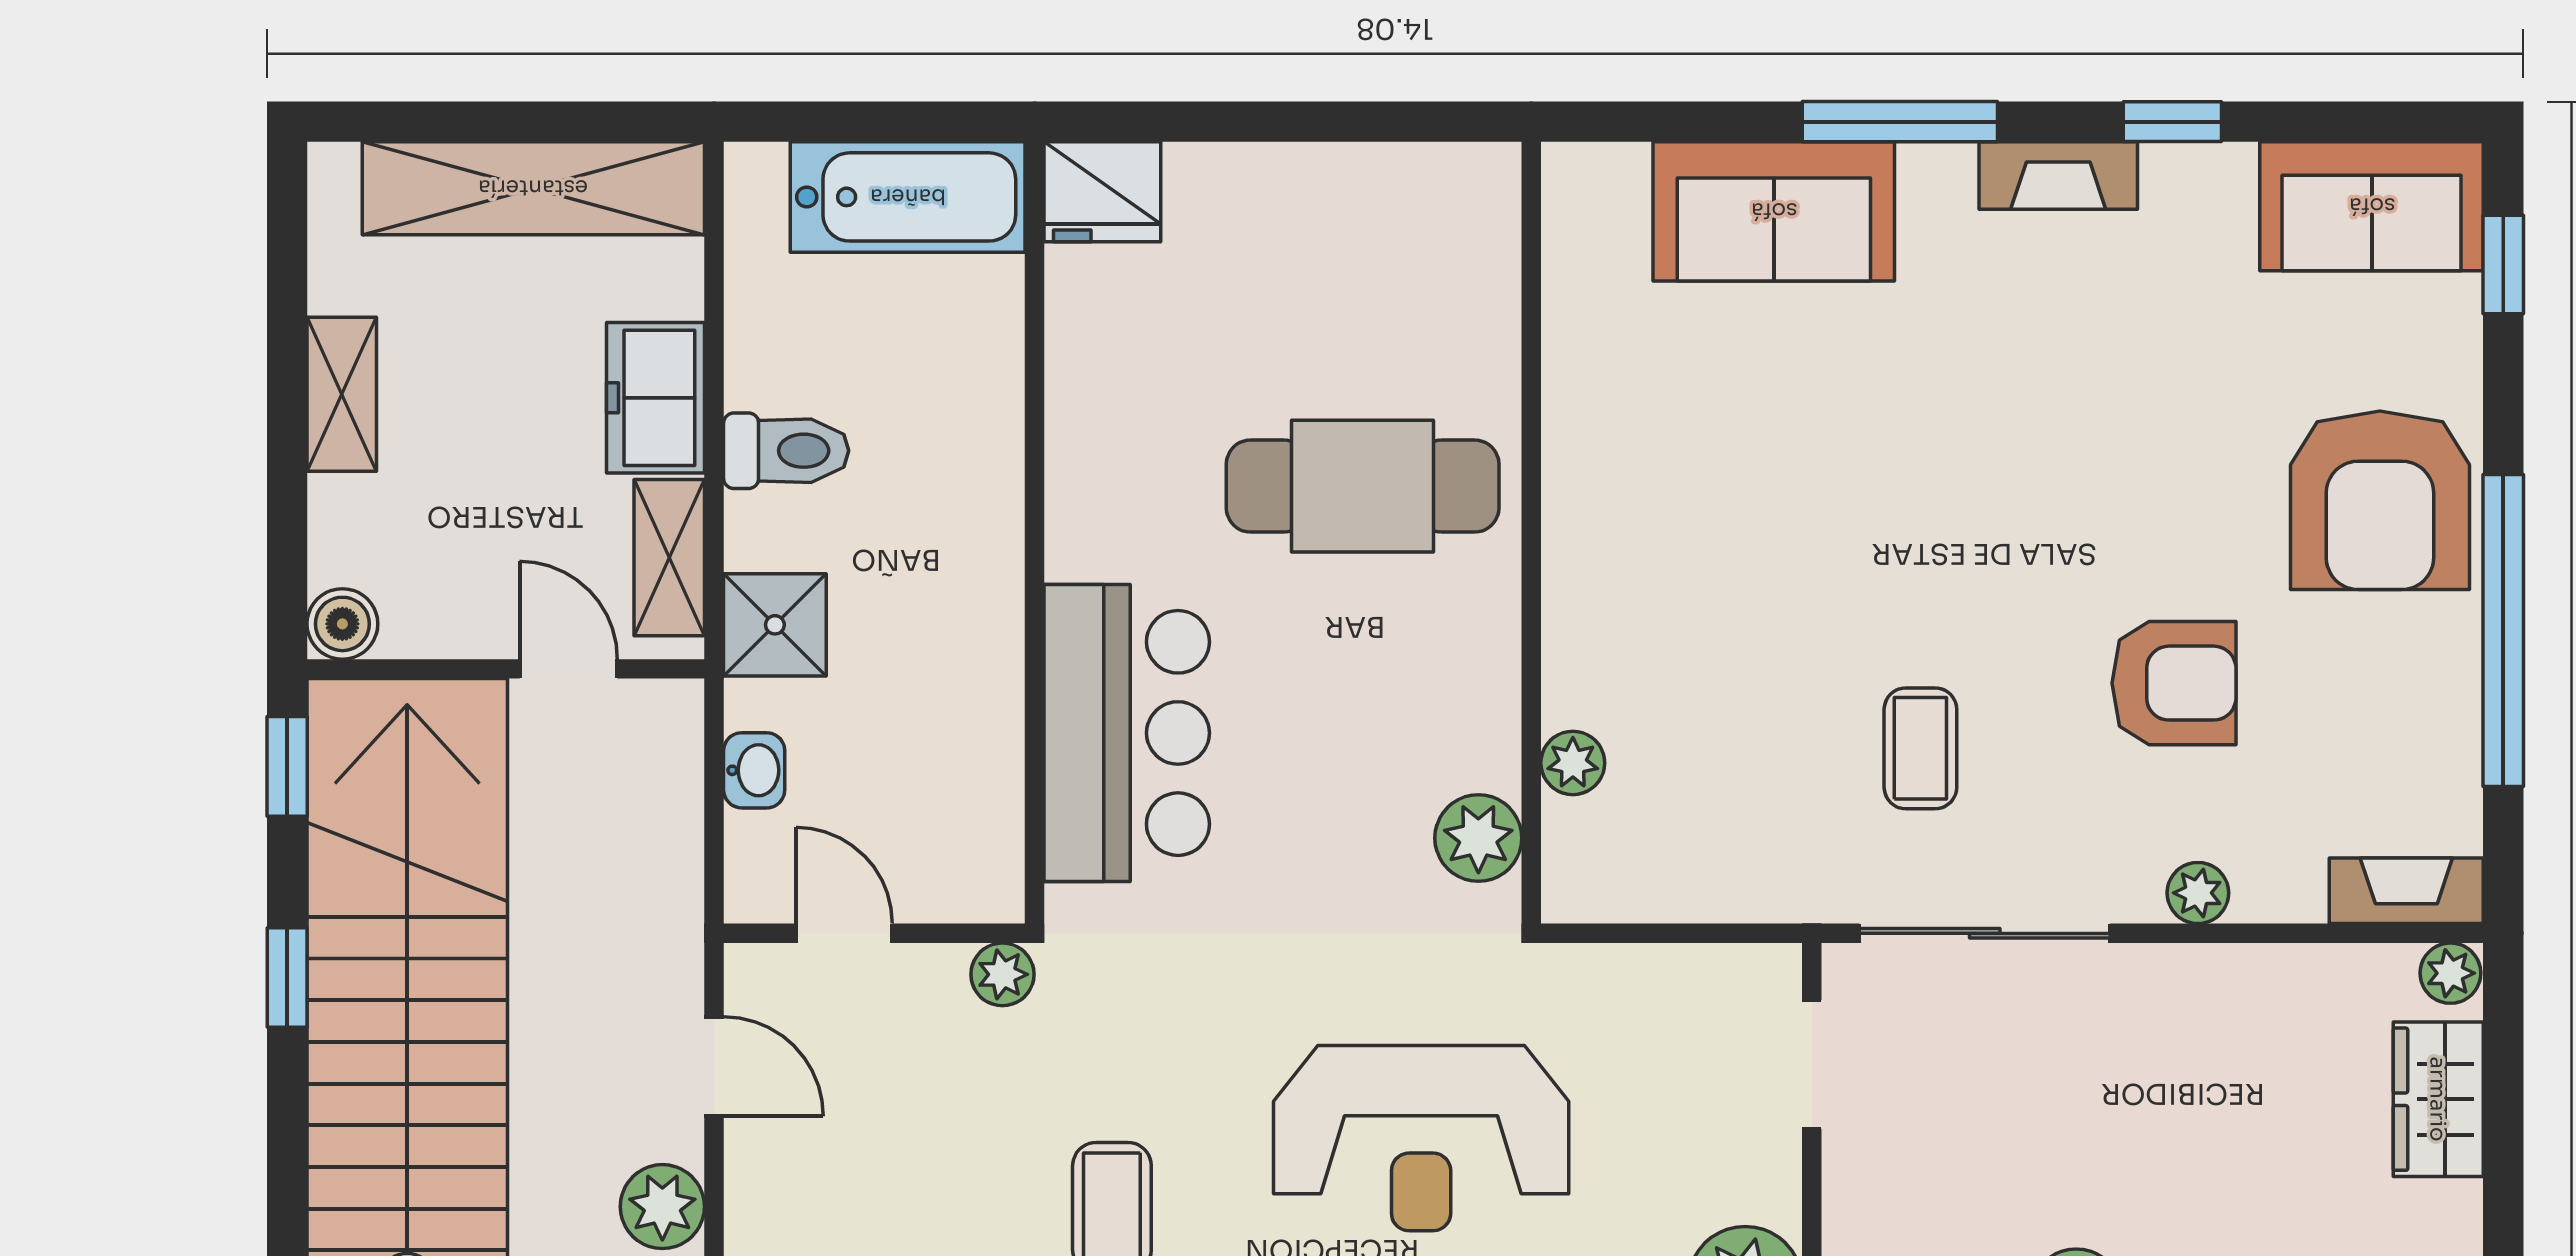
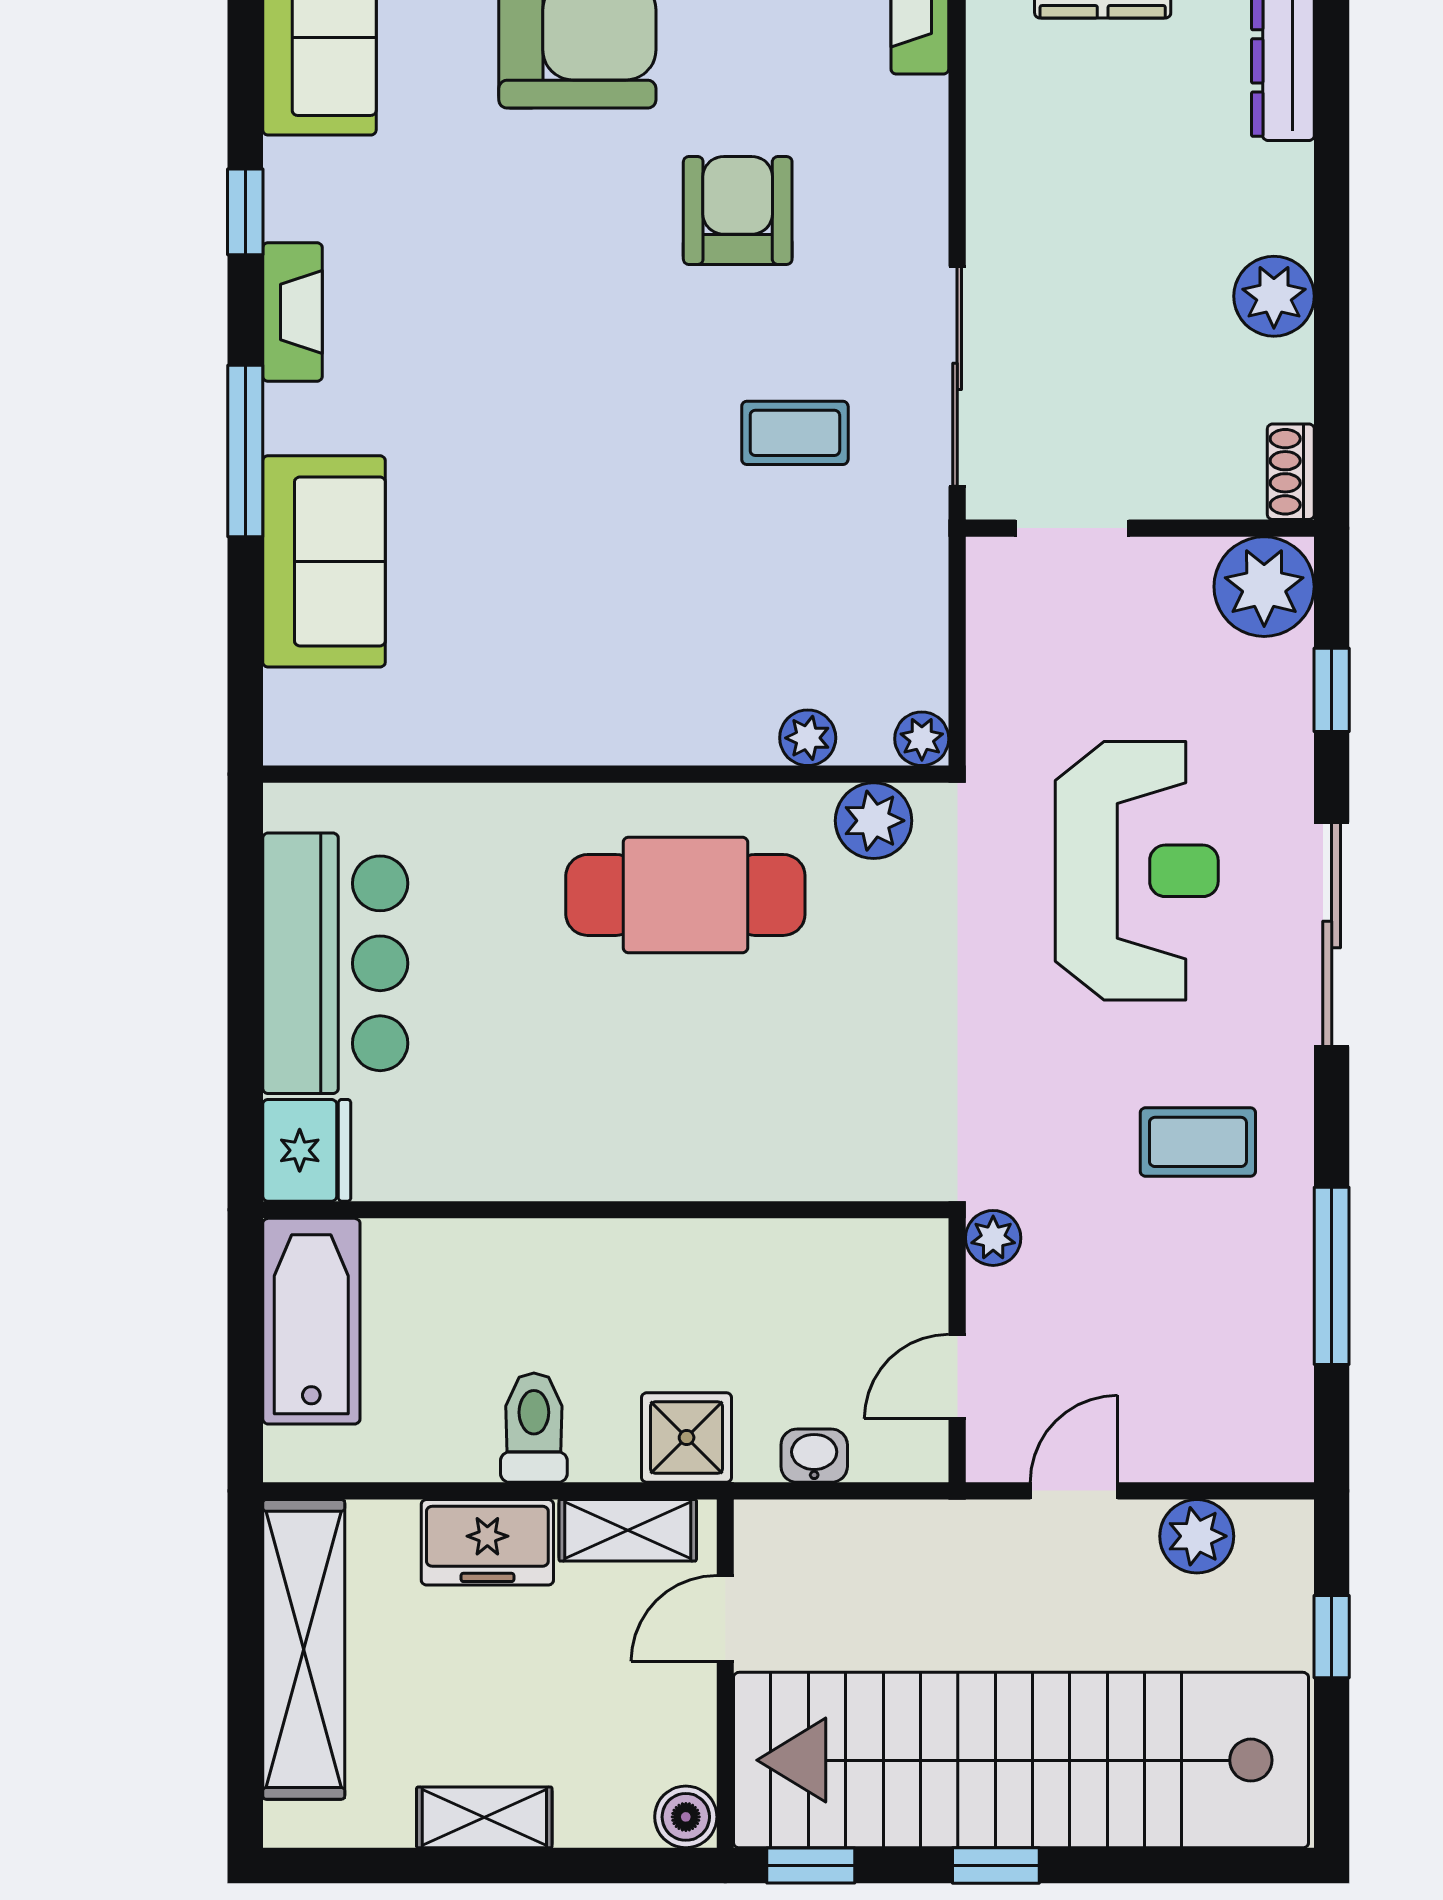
cafe table: (1363, 486) -> (685, 895), moved, turned 90
bar counter: (1127, 733) -> (335, 963), moved, turned 90
plant: (2198, 893) -> (922, 739), moved

